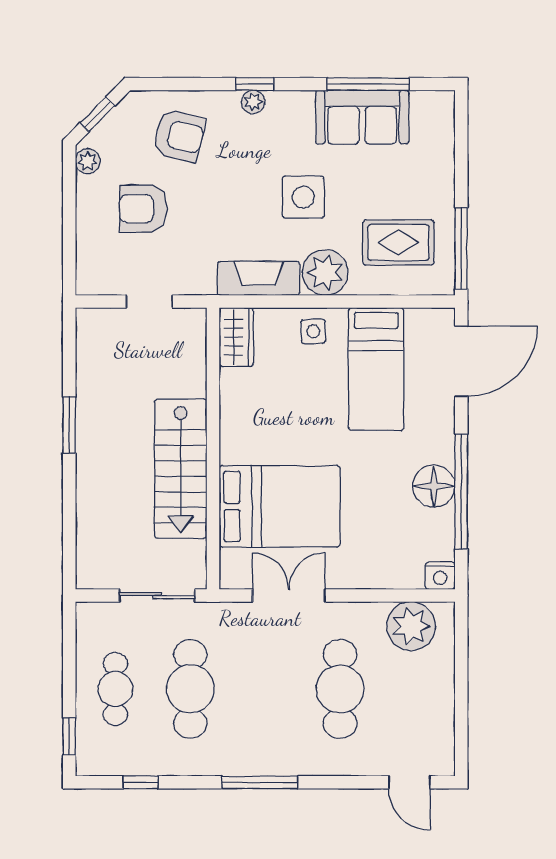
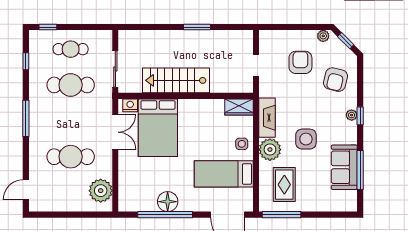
nightstand: (440, 576) -> (130, 105), moved, turned 90

